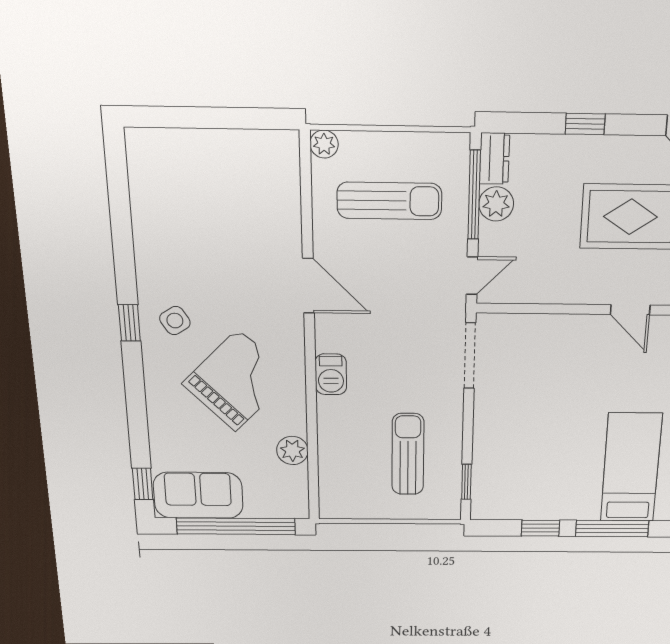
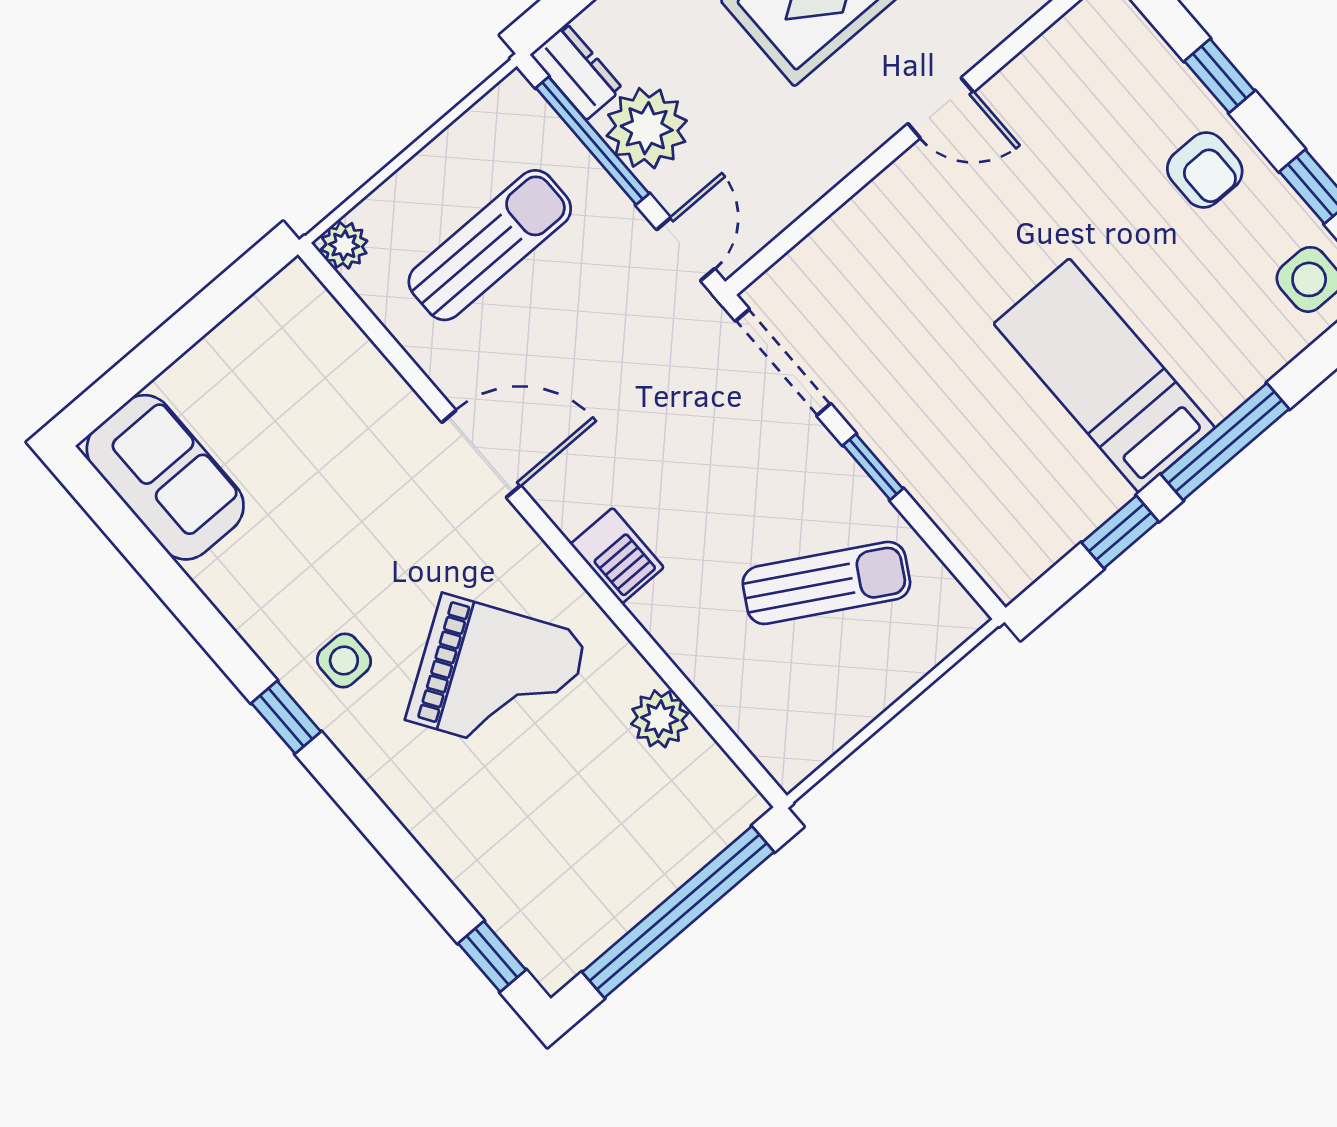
plant: (496, 204) -> (647, 128), width x1.36, depth x1.36
side table: (175, 321) -> (344, 660), turned 32
grand piano: (237, 381) -> (497, 678), turned 102
sun lounger: (408, 454) -> (826, 583), turned 120
bed: (631, 468) -> (1104, 376), moved
window: (466, 482) -> (873, 467), moved
sofa: (198, 495) -> (165, 477), moved, turned 90

